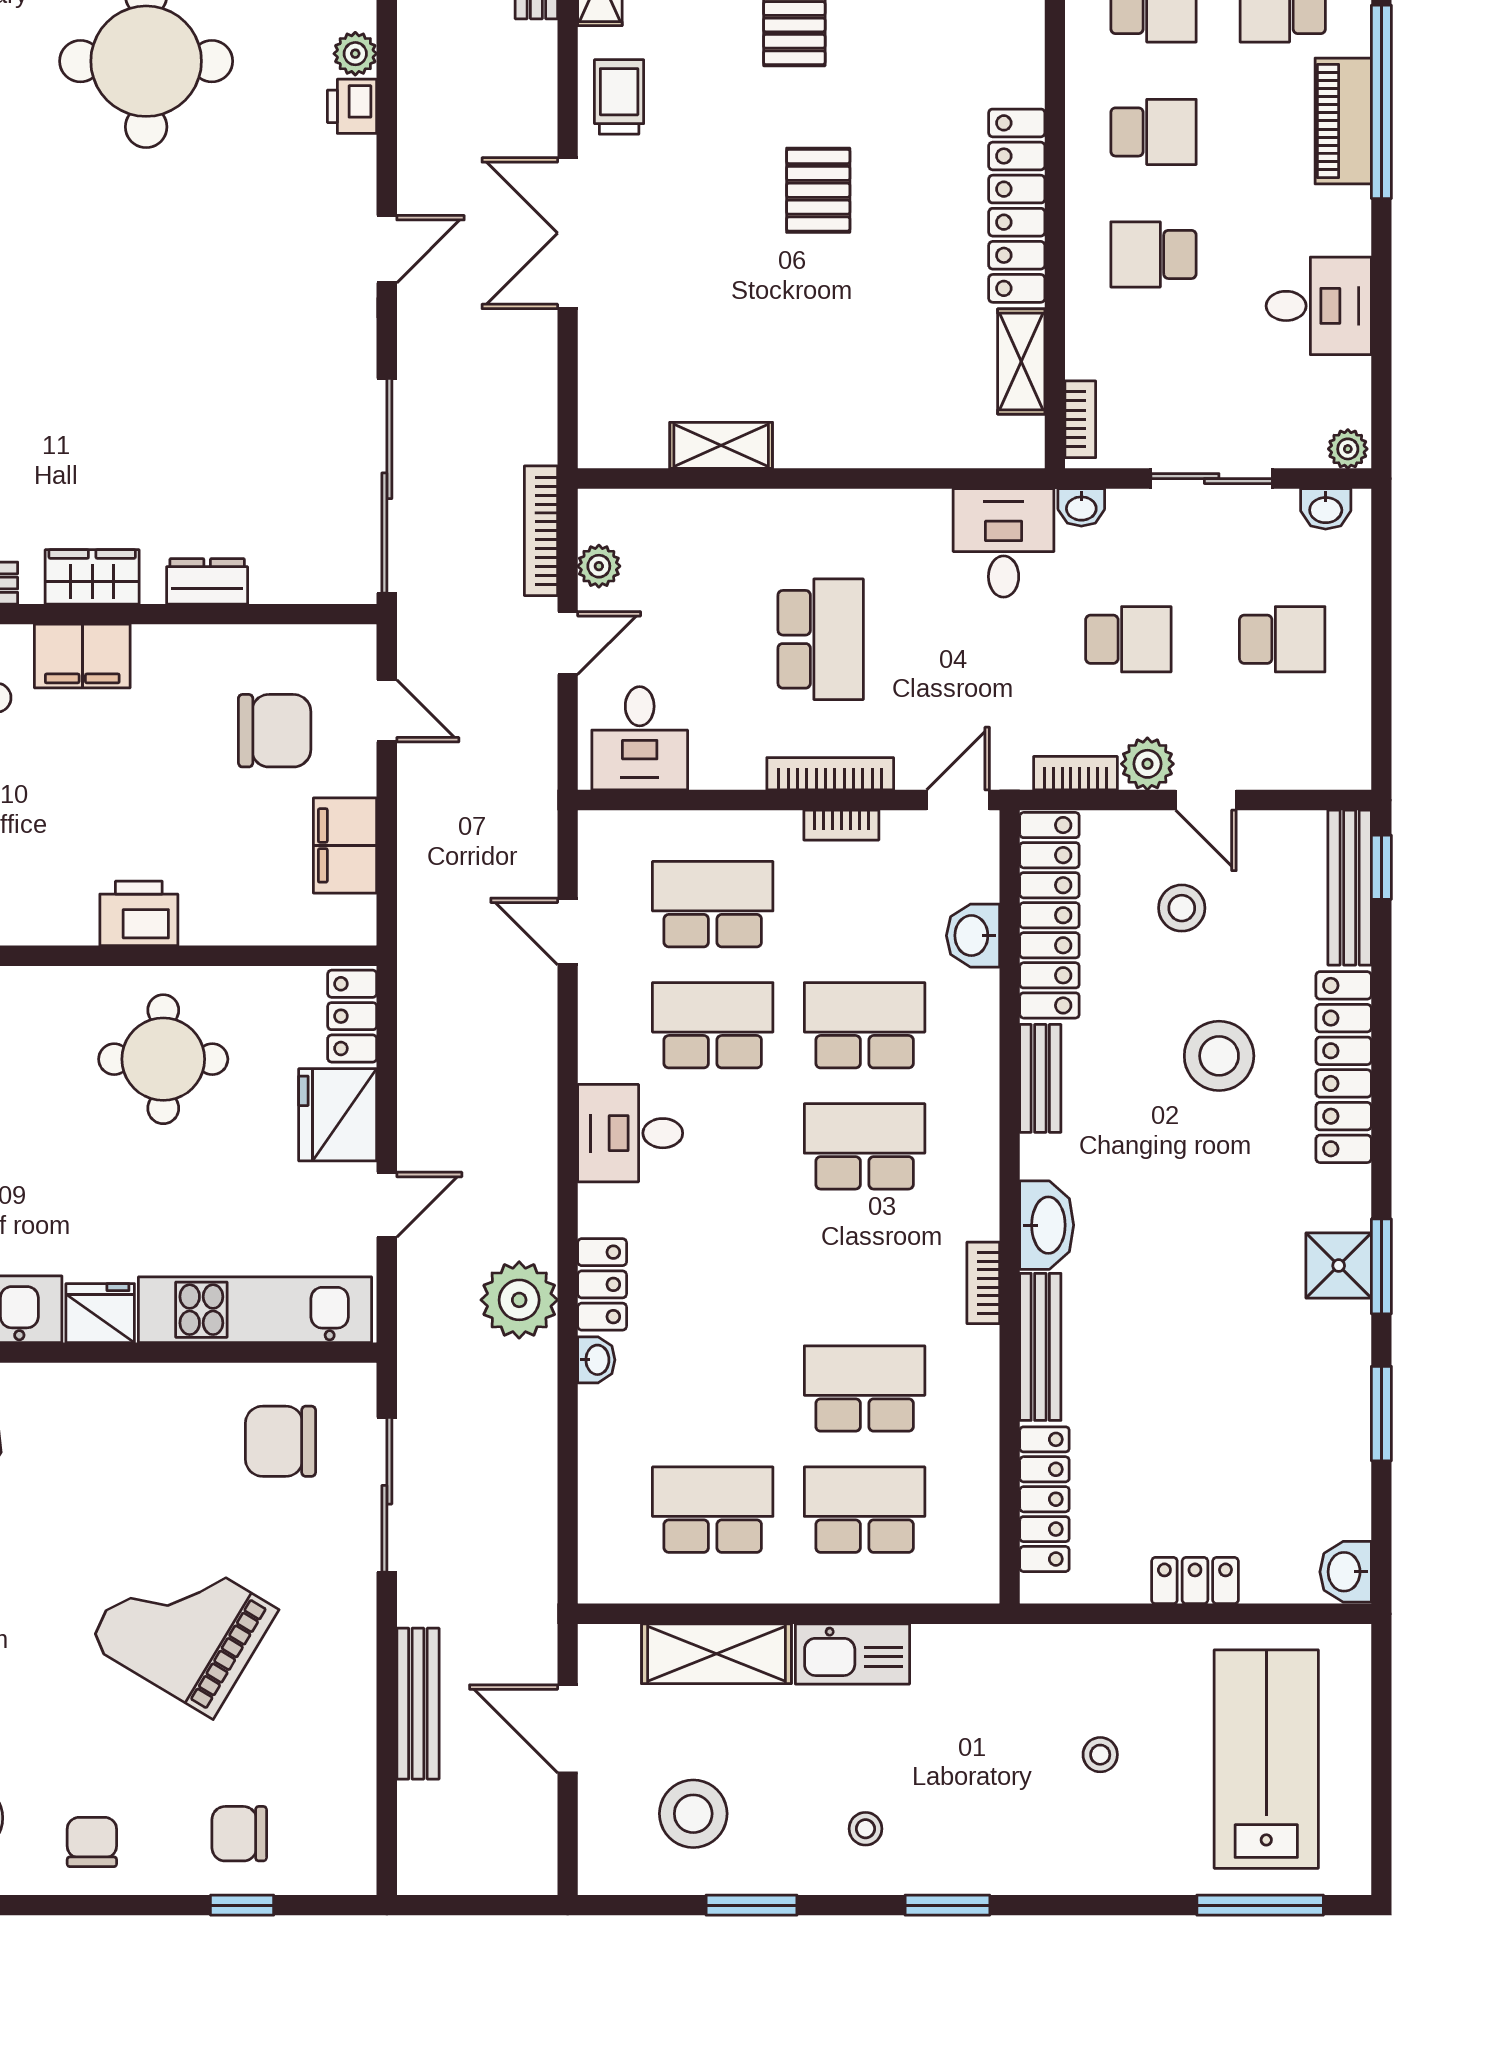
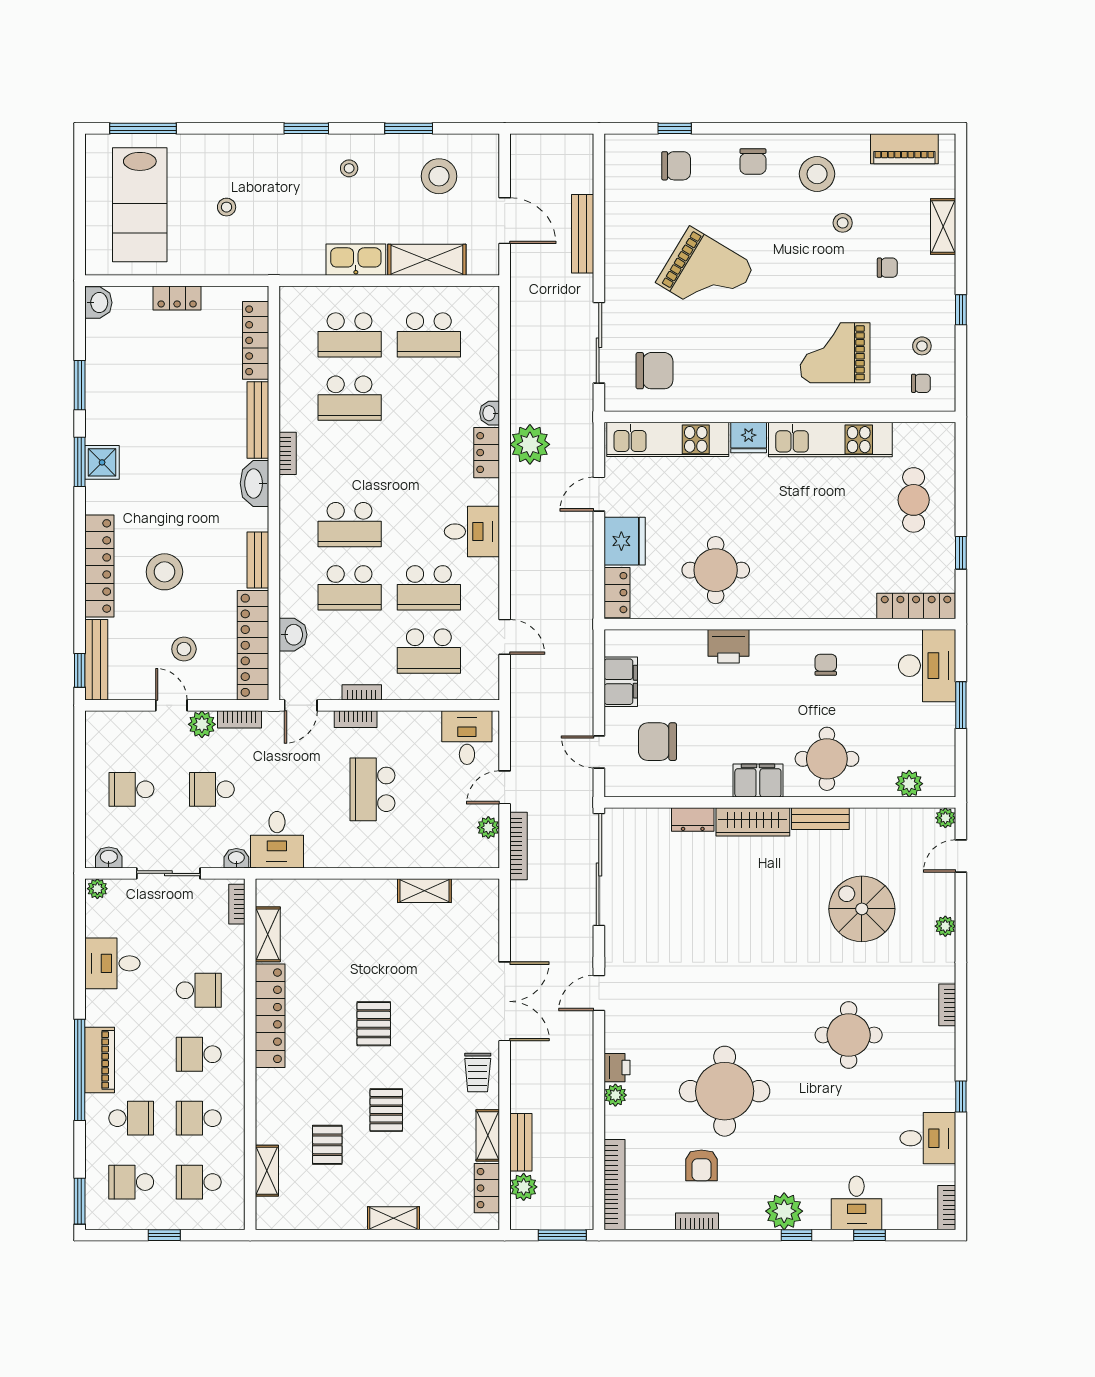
wardrobe: (92, 577) -> (753, 822), width x1.50
bookcase: (830, 774) -> (356, 719), width x0.64

